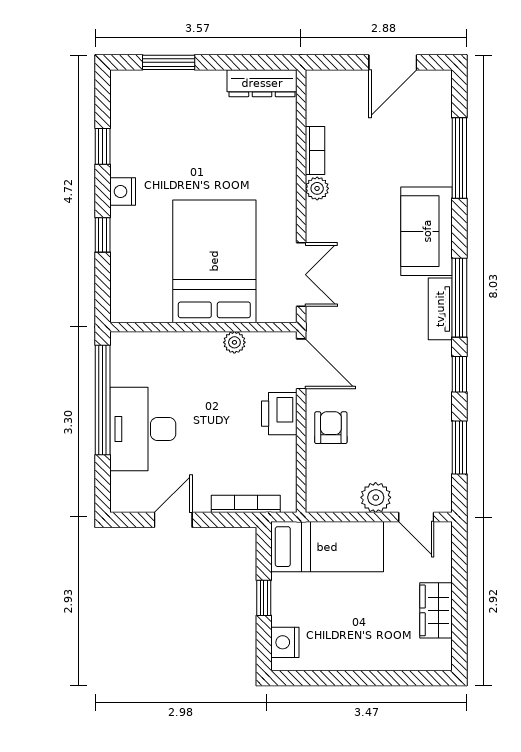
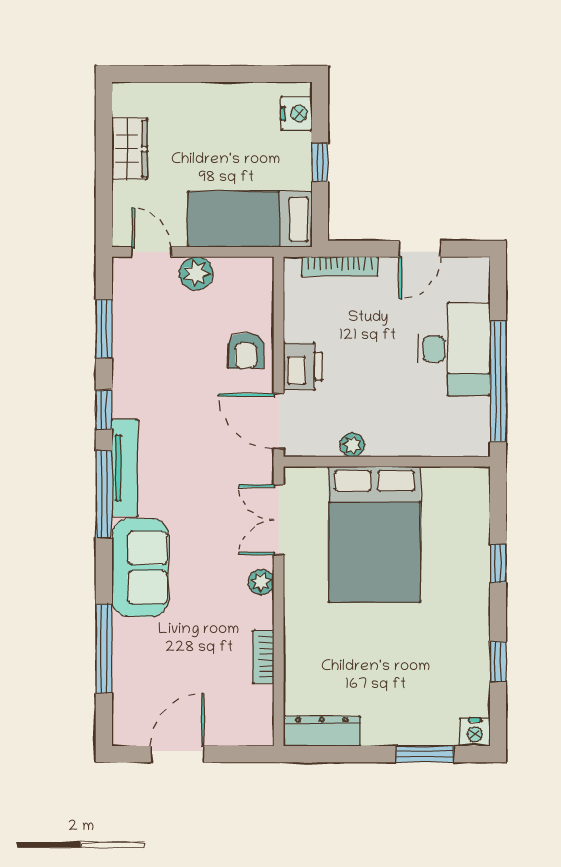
plant: (317, 188) -> (261, 582), moved
nightstand: (123, 192) -> (475, 732), moved, turned 90
tv unit: (440, 309) -> (125, 468), width x1.41

